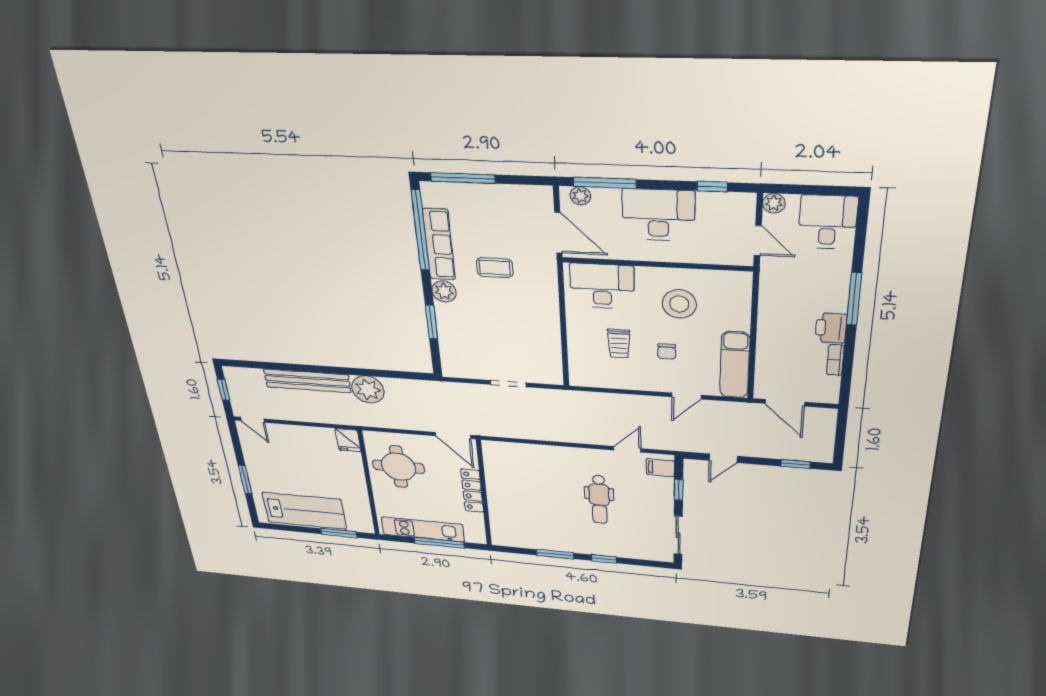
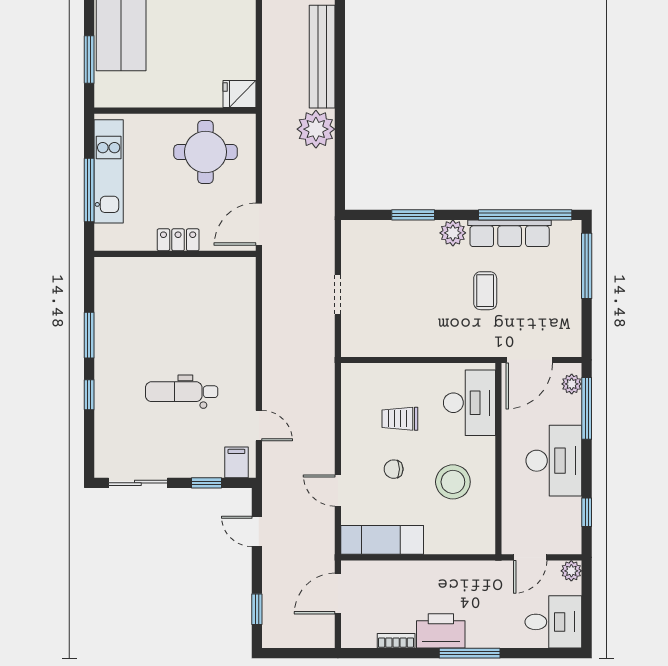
printer: (831, 328) -> (441, 631), width x1.37, depth x1.19
locker: (472, 491) -> (178, 240), width x0.66

